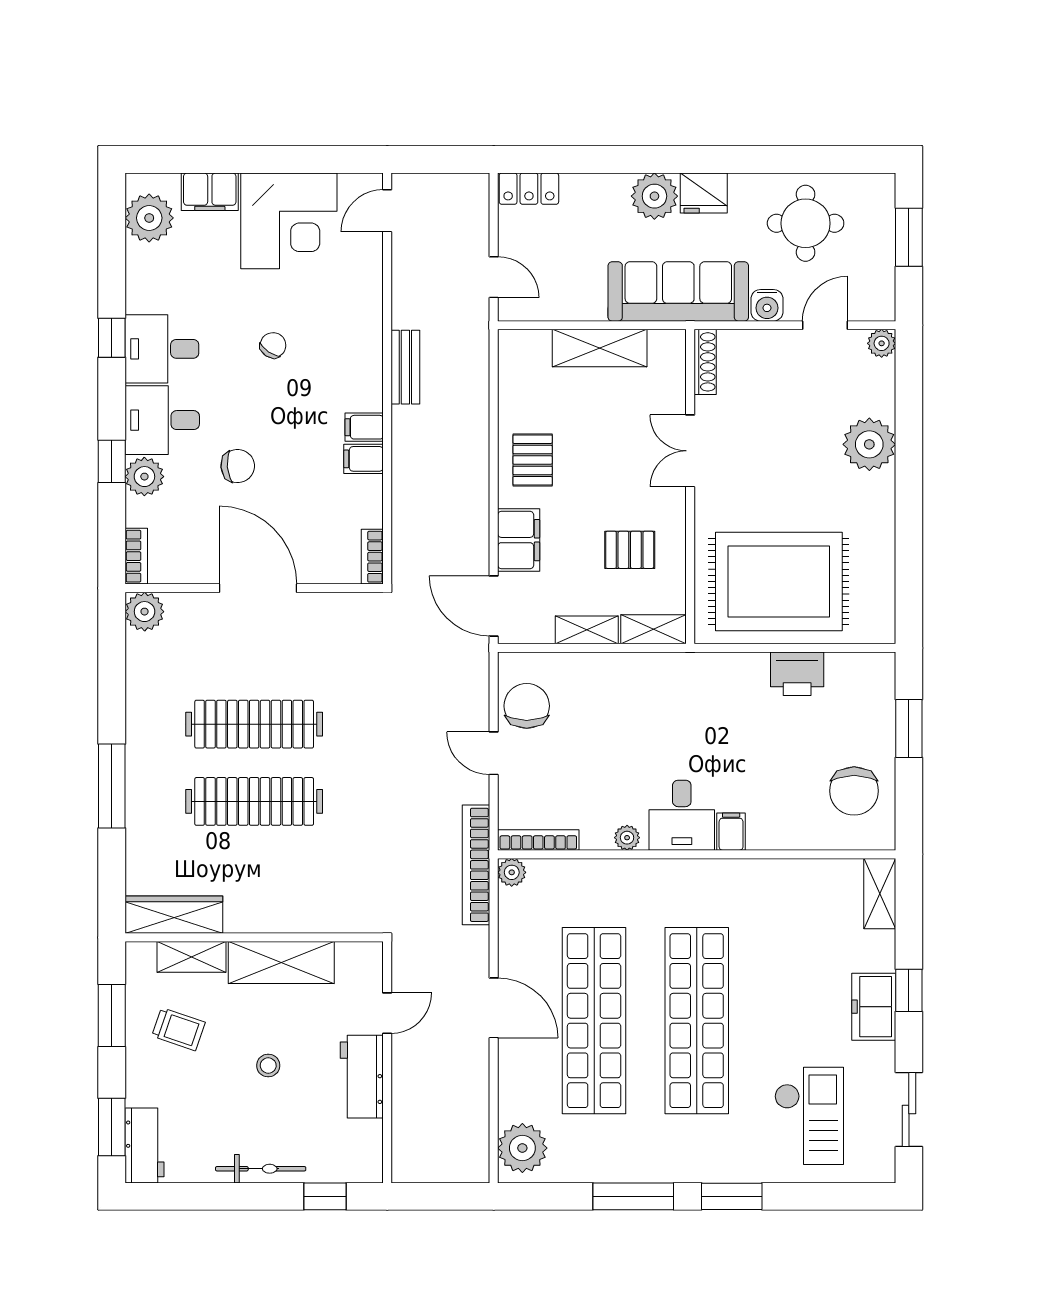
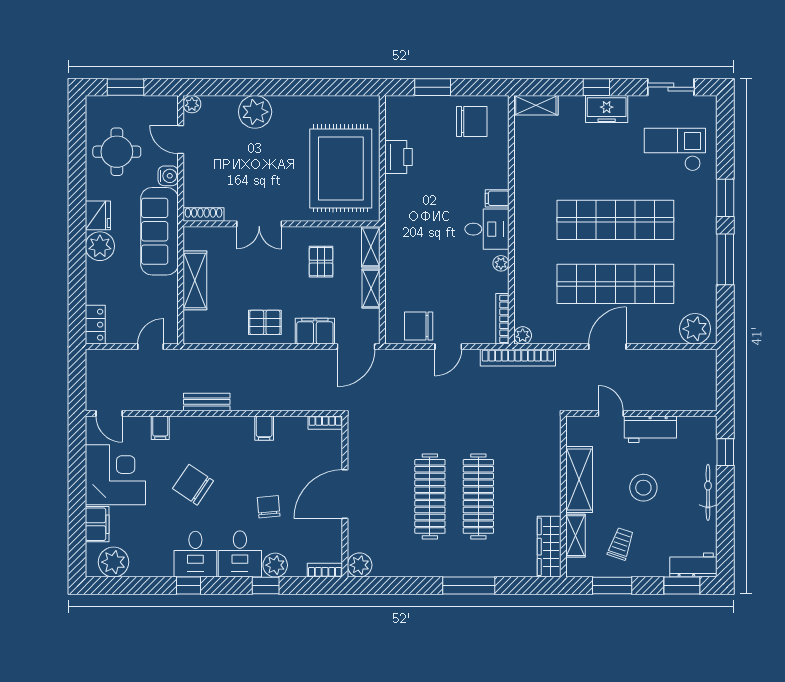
chair: (273, 345) -> (193, 485), width x1.87, depth x1.87
filing cabinet: (364, 427) -> (160, 428), moved
stool: (268, 1066) -> (643, 488), width x1.89, depth x1.89

